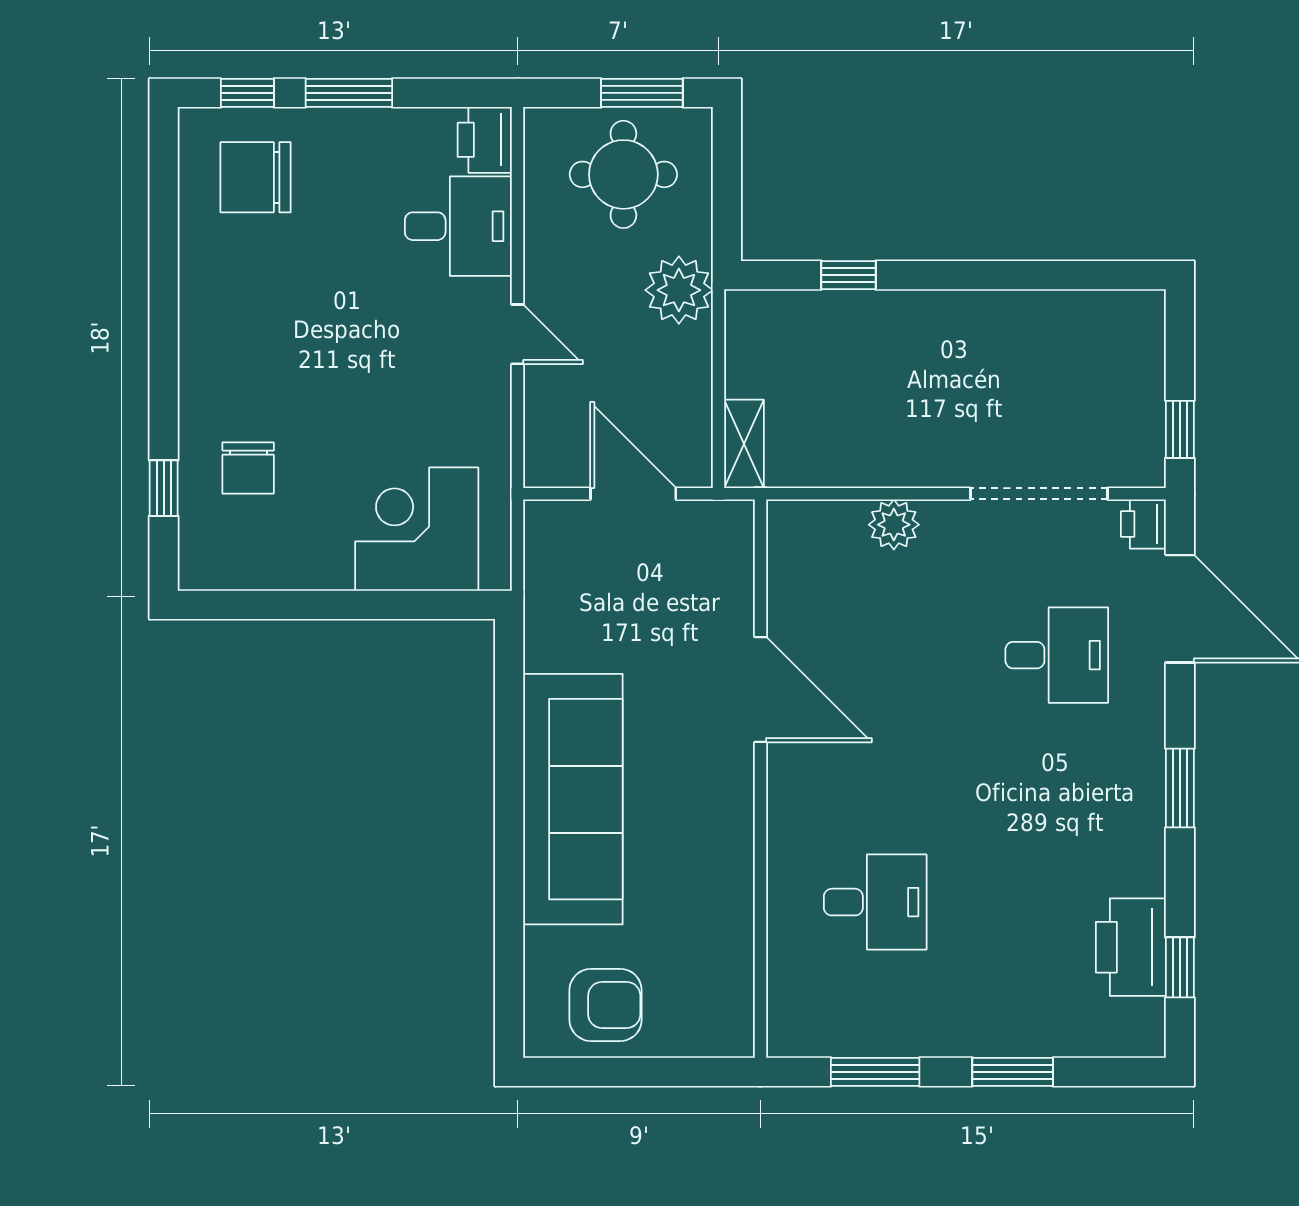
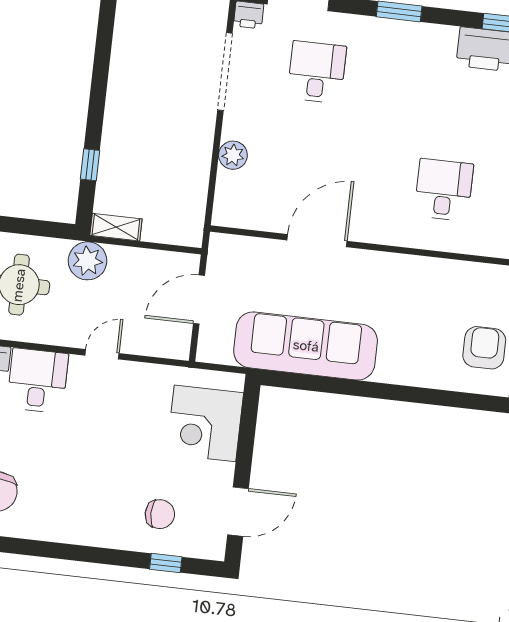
shelving: (744, 444) -> (116, 227), moved
door: (268, 605) -> (238, 512), added
sofa: (573, 799) -> (306, 346), moved

